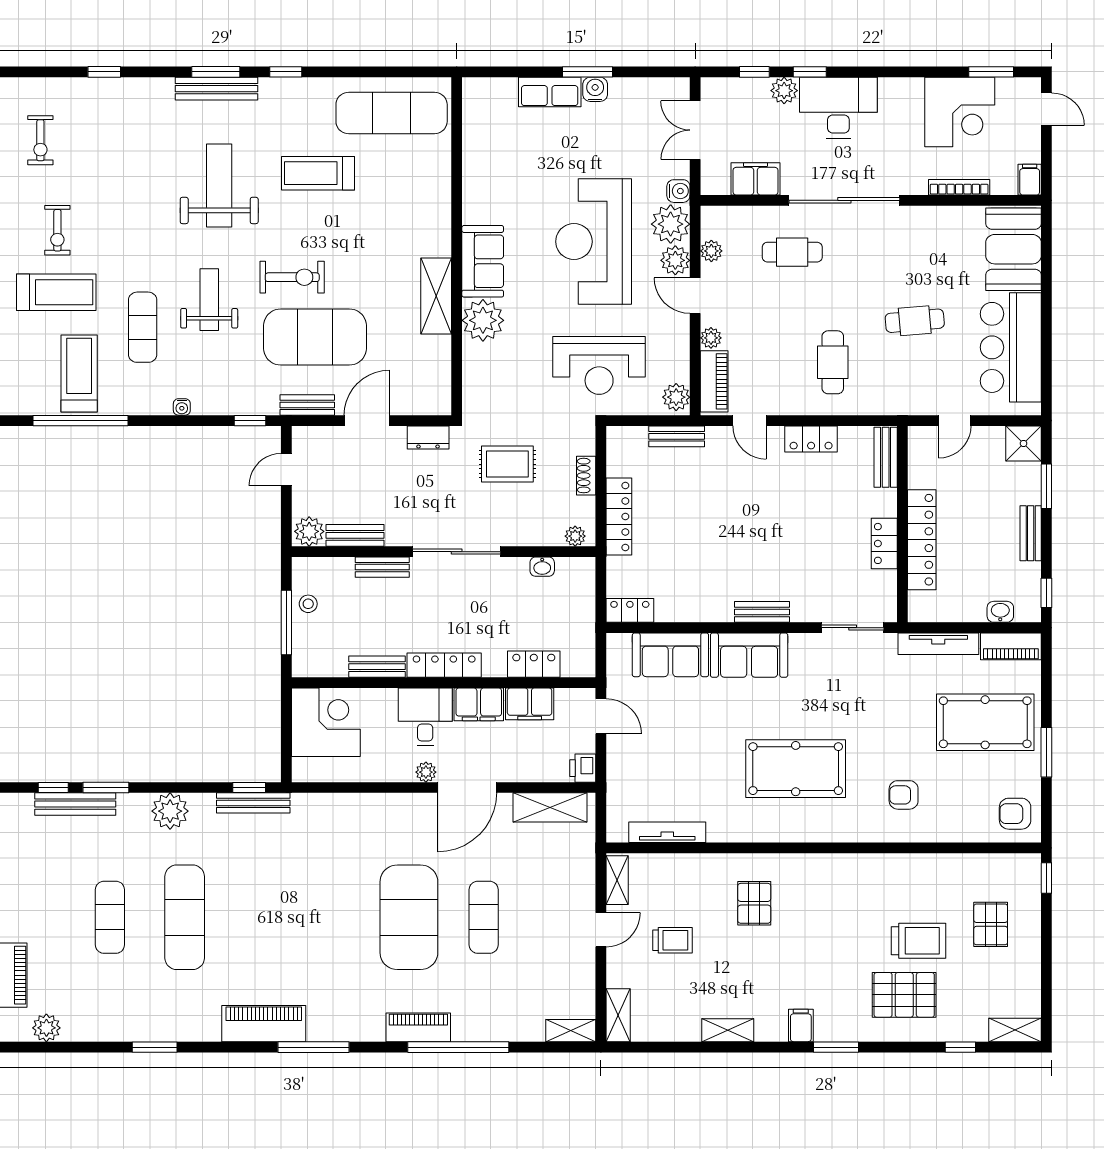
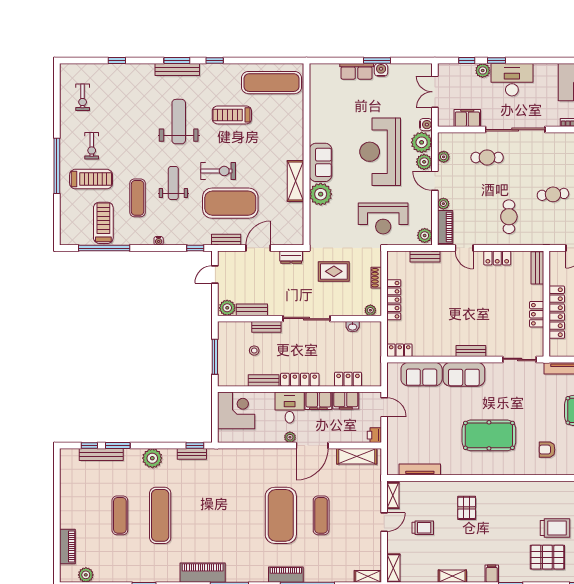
stool: (308, 604) -> (254, 351), moved
bench: (253, 803) -> (192, 454), width x0.73

